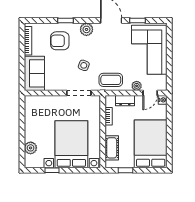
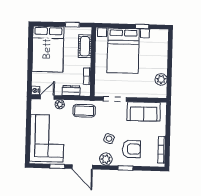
side table: (84, 65) -> (109, 139), moved
sofa: (34, 73) -> (144, 112), moved, turned -90
plant: (31, 148) -> (161, 79), moved

